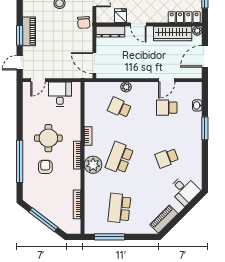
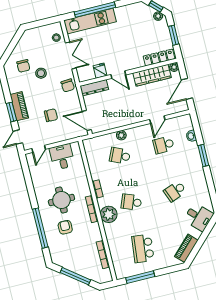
chair: (59, 49) -> (51, 115), added
school desk: (119, 158) -> (131, 202), width x0.54

